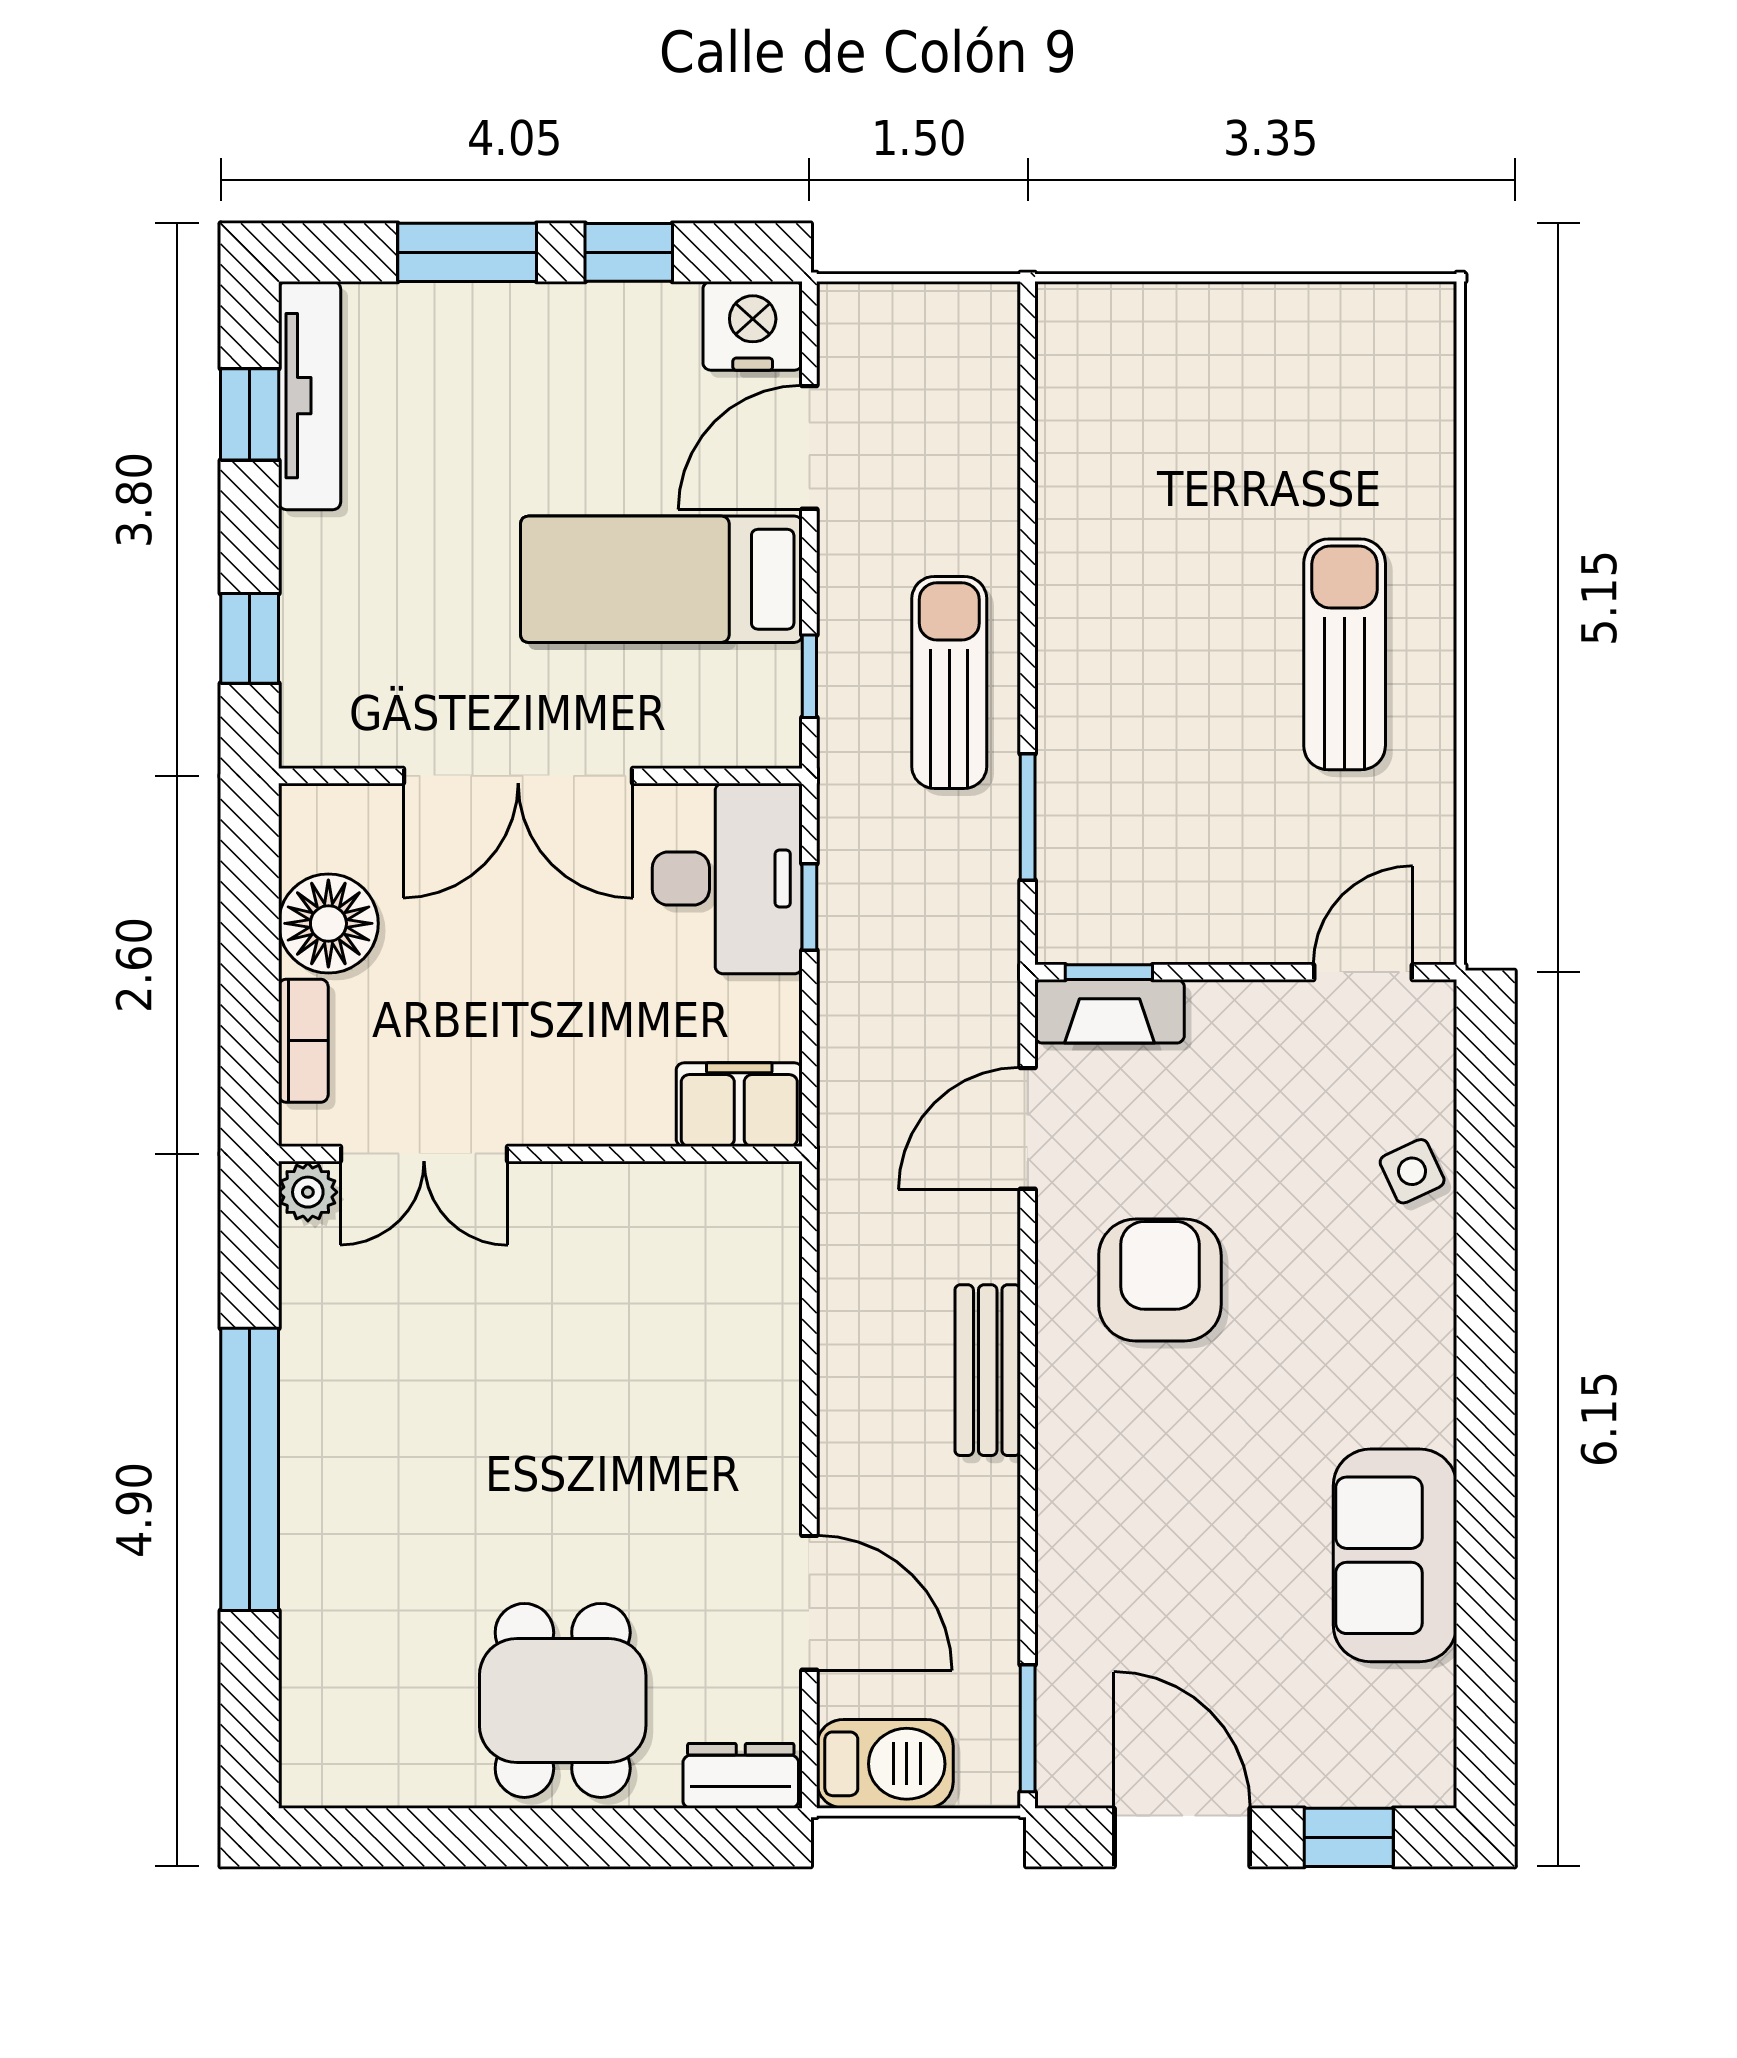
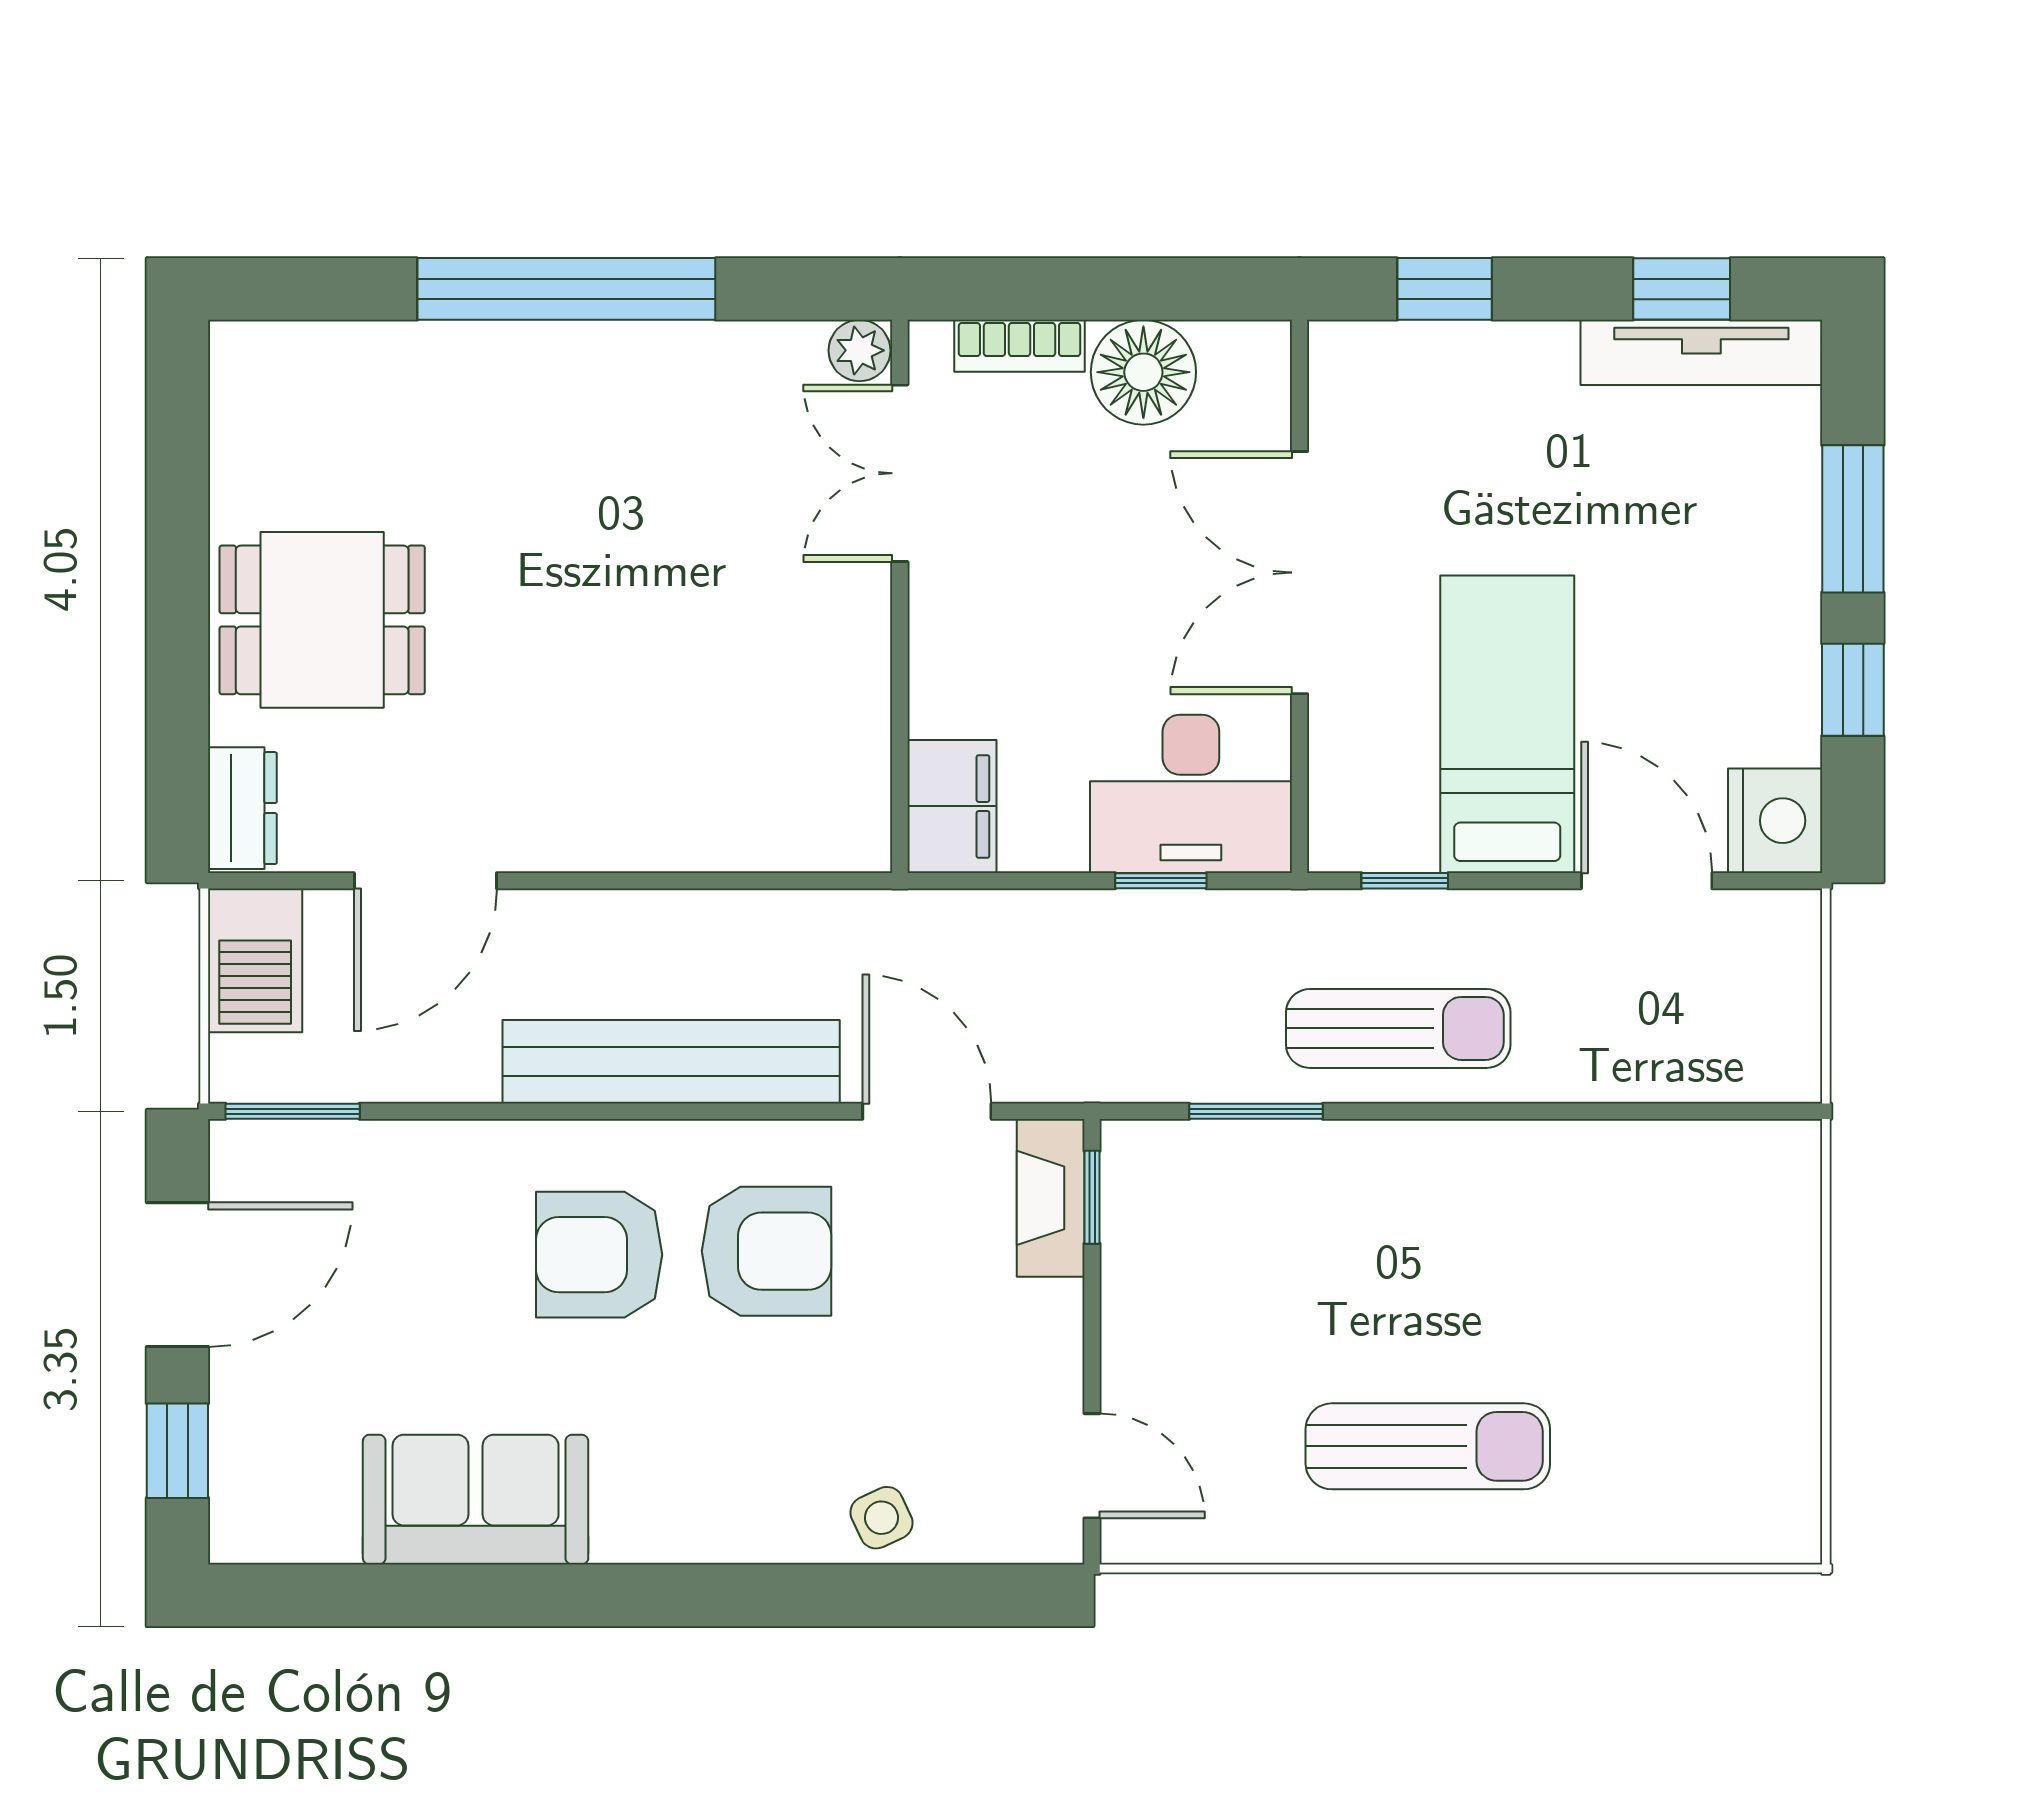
bench: (988, 1370) -> (671, 1062), width x1.86, depth x1.21
armchair: (1163, 1438) -> (599, 1255), added

